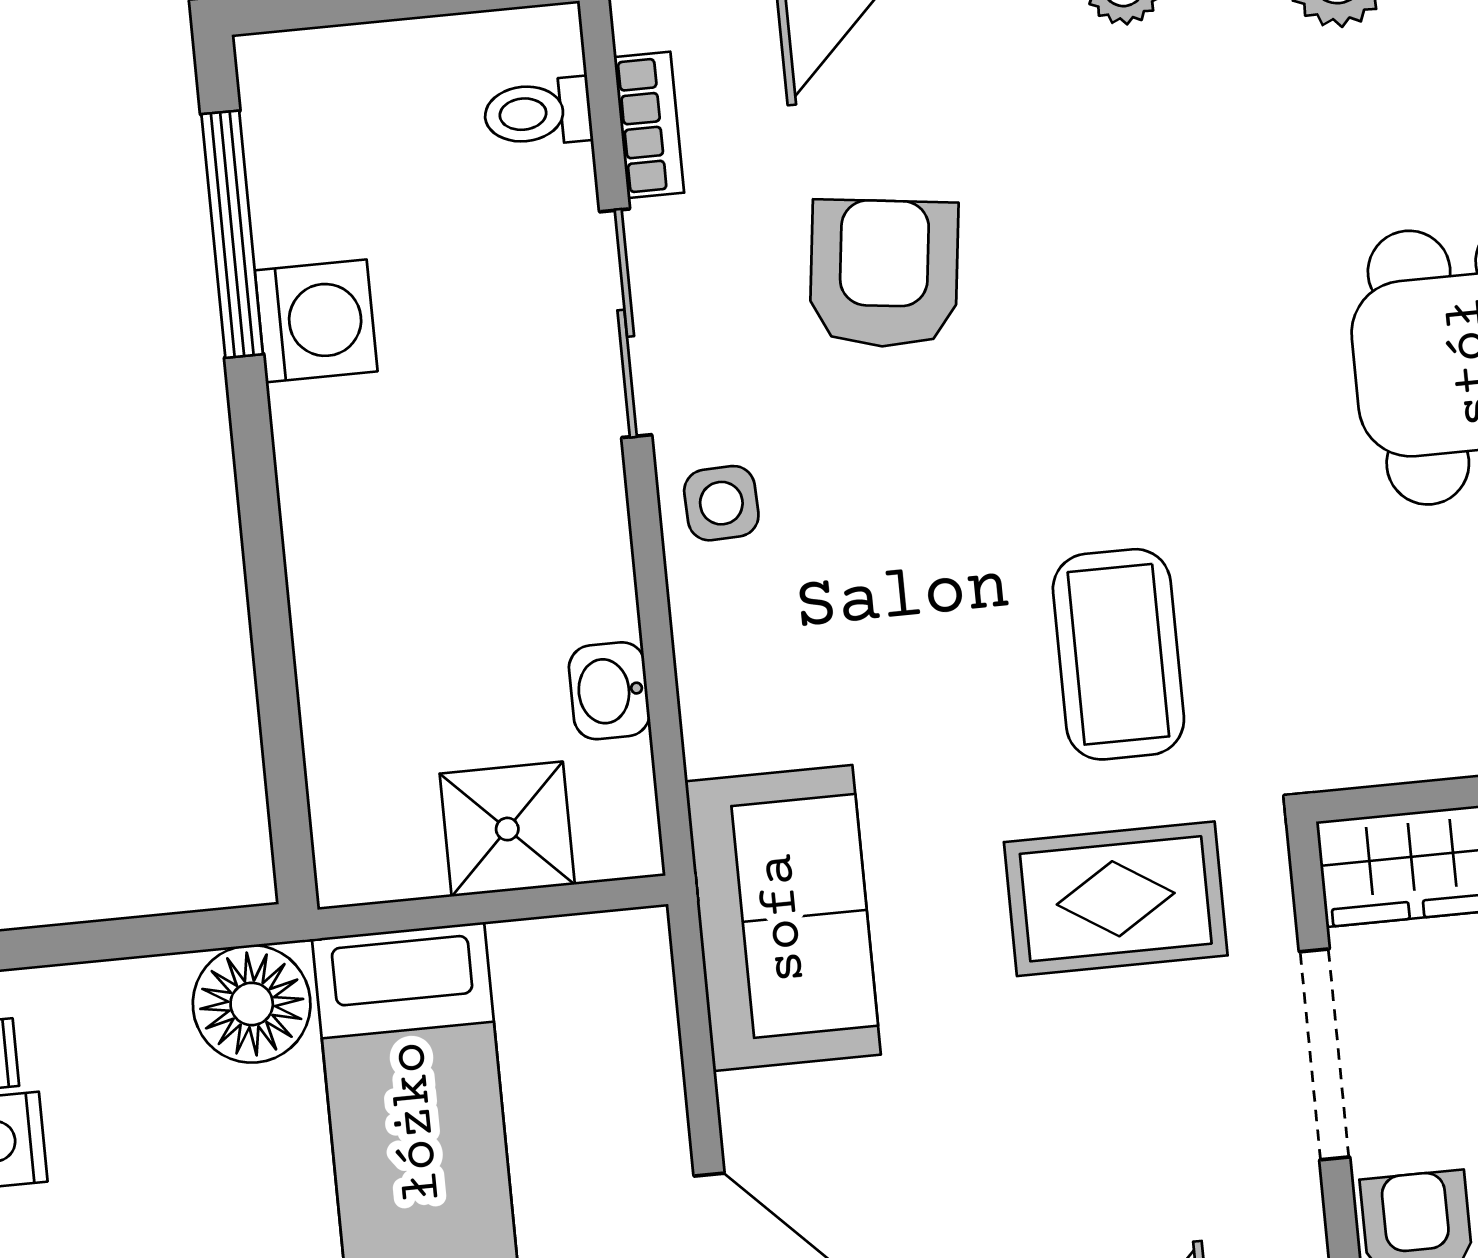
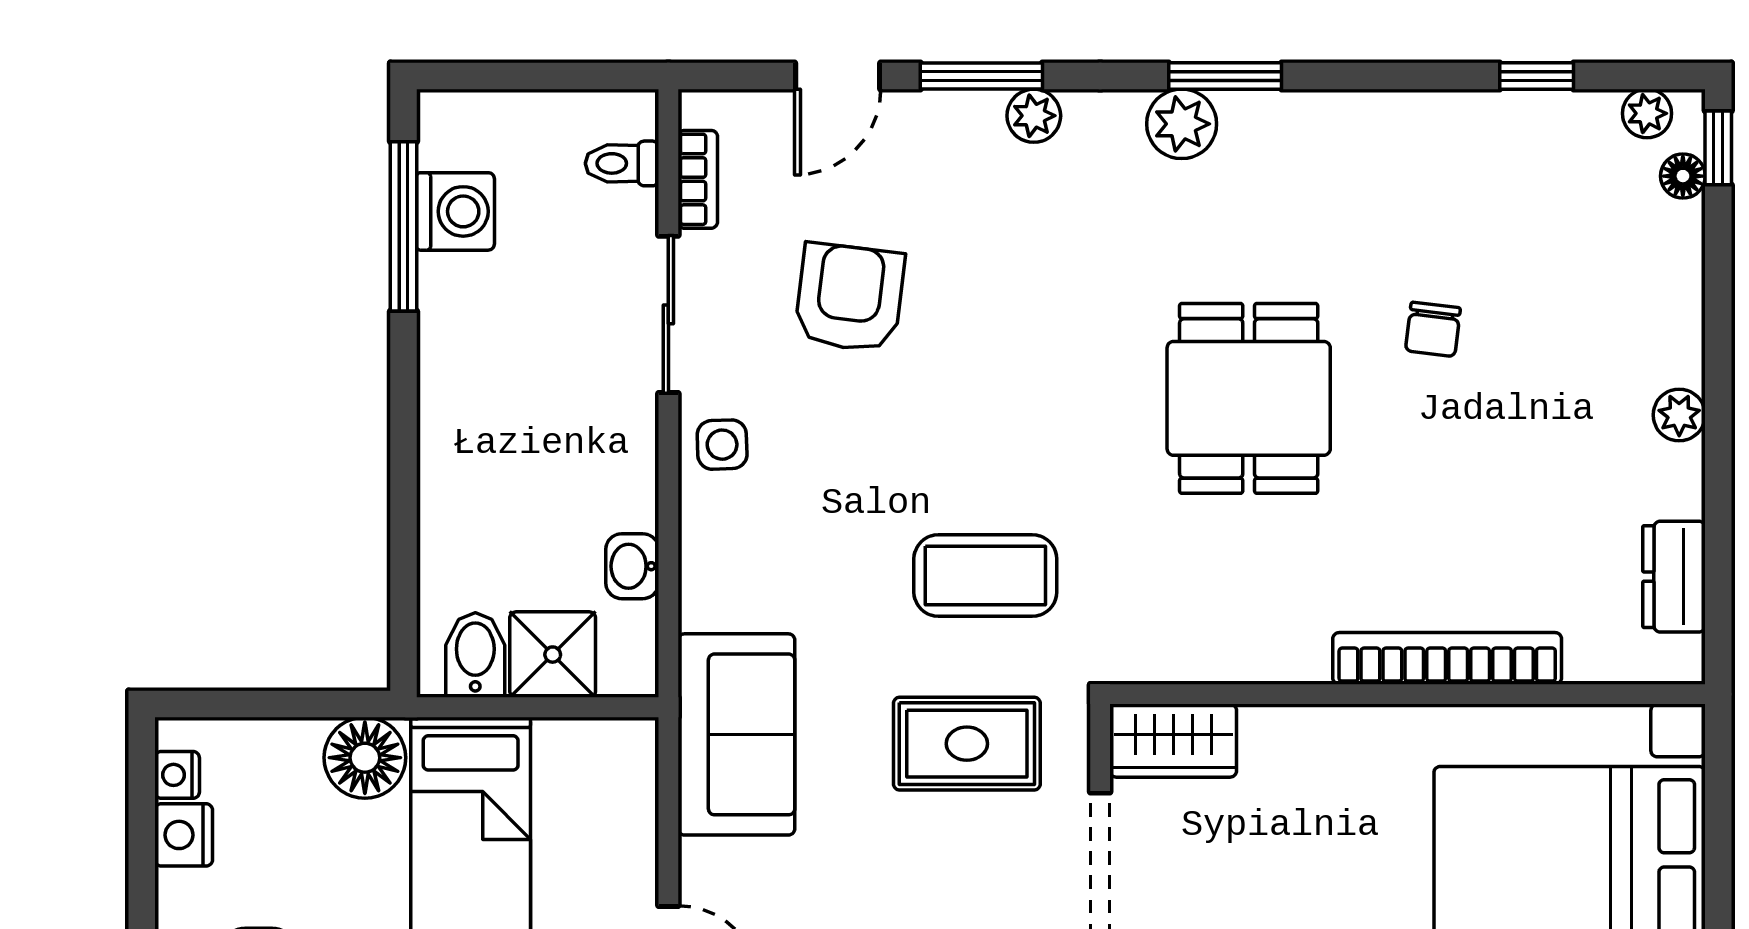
washing machine: (316, 321) -> (455, 211), moved
coffee table: (1118, 654) -> (985, 575), turned 90
bidet: (396, 841) -> (475, 655), added

